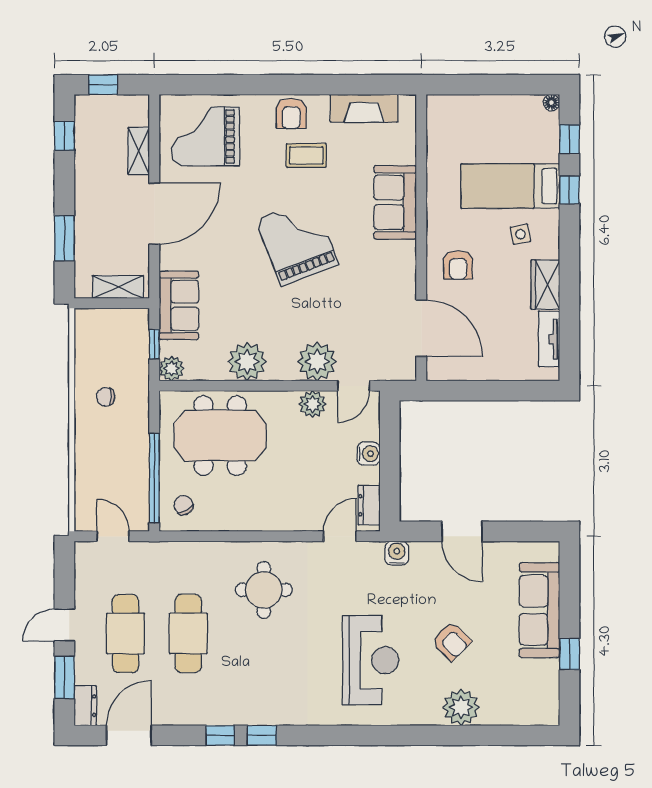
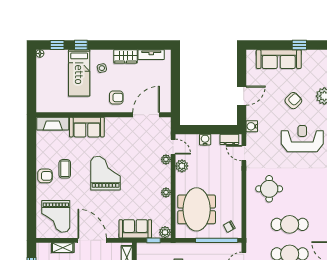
fireplace: (364, 108) -> (53, 124), moved, turned 90
grand piano: (297, 242) -> (106, 173), turned 111
plant: (317, 361) -> (166, 159), width x0.53, depth x0.53
plant: (247, 362) -> (166, 192), width x0.53, depth x0.53

